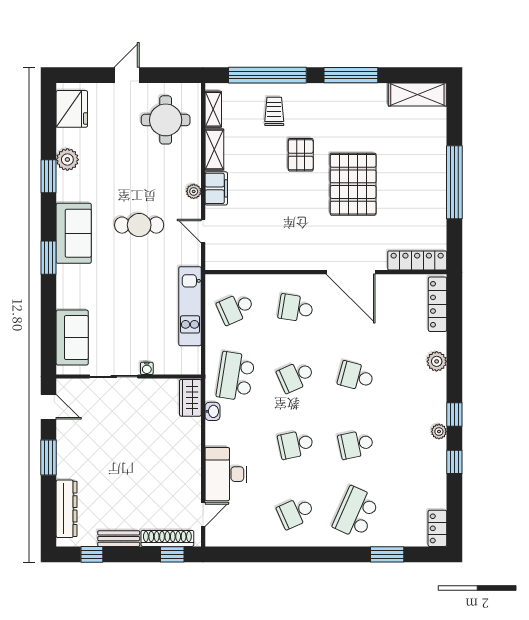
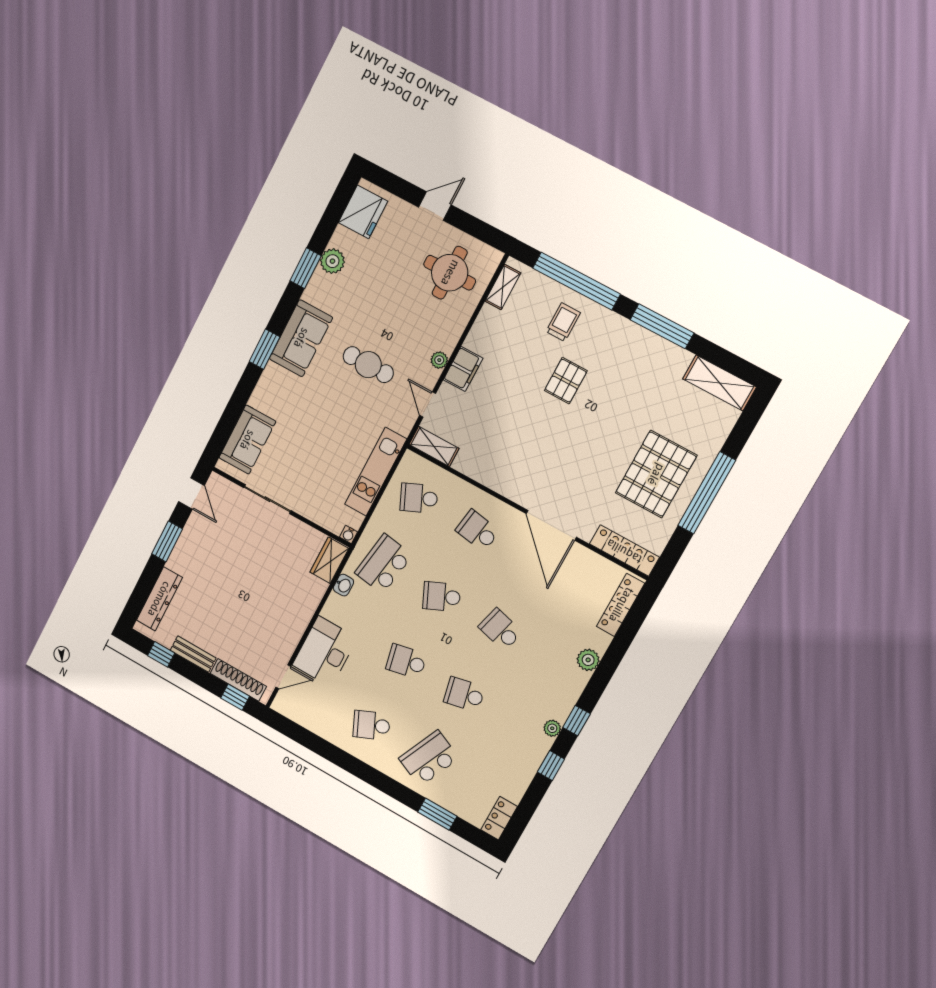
shelving: (214, 150) -> (434, 446), moved, turned 90
pallet: (353, 184) -> (656, 474), moved
water cooler: (147, 368) -> (349, 534), moved

